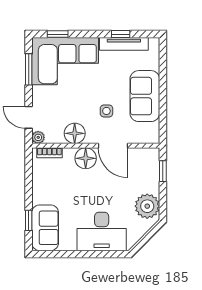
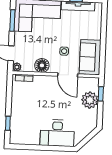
sofa: (145, 96) -> (90, 57), moved
floor lamp: (86, 158) -> (49, 83), removed
plant: (147, 206) -> (90, 100), moved
sofa: (45, 228) -> (19, 129), removed

